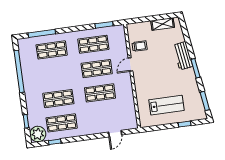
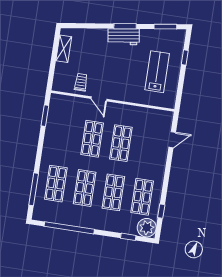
shop shelf: (93, 44) -> (85, 188), moved
workbench: (183, 56) -> (124, 37), moved
door: (115, 134) -> (172, 140), hinge flipped

